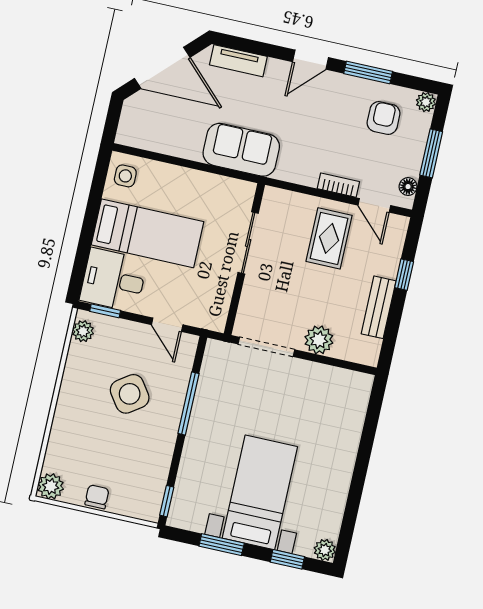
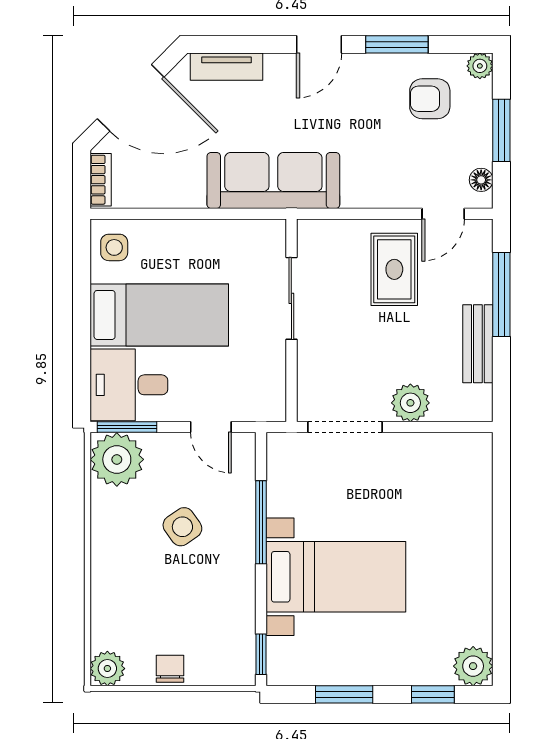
armchair: (384, 118) -> (430, 99), turned -90
sofa: (241, 150) -> (273, 180), width x1.36
bookcase: (338, 185) -> (101, 180), moved, turned 90
door: (374, 205) -> (443, 214), hinge flipped
window: (404, 275) -> (501, 294), width x2.17
window: (105, 311) -> (127, 427), width x1.50
plant: (83, 331) -> (117, 459), width x1.88, depth x1.88
side table: (130, 394) -> (182, 527), width x0.73, depth x0.73
bed with nightstands: (260, 492) -> (336, 577), moved, turned 90
plant: (325, 550) -> (473, 666), width x1.38, depth x1.38

